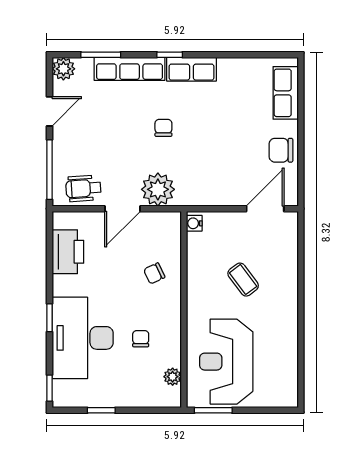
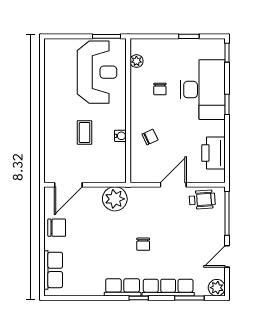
plant: (158, 189) -> (115, 199), moved
water cooler: (194, 223) -> (120, 136), moved
coffee table: (243, 280) -> (85, 132), turned 37

